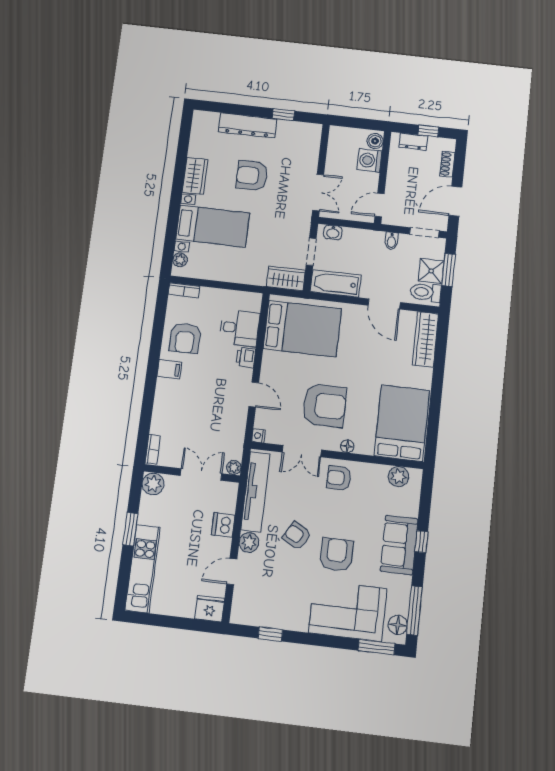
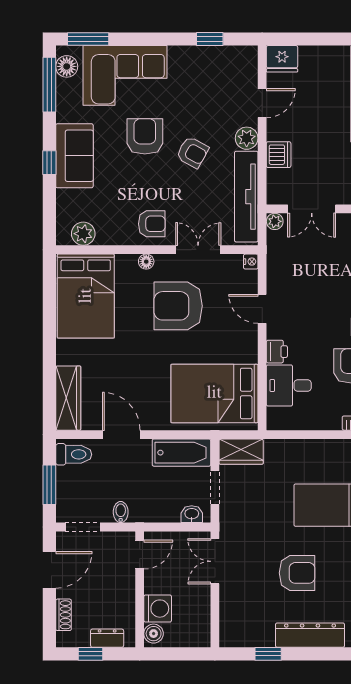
shower: (431, 271) -> (70, 481), removed
armchair: (337, 555) -> (145, 136), turned 180

